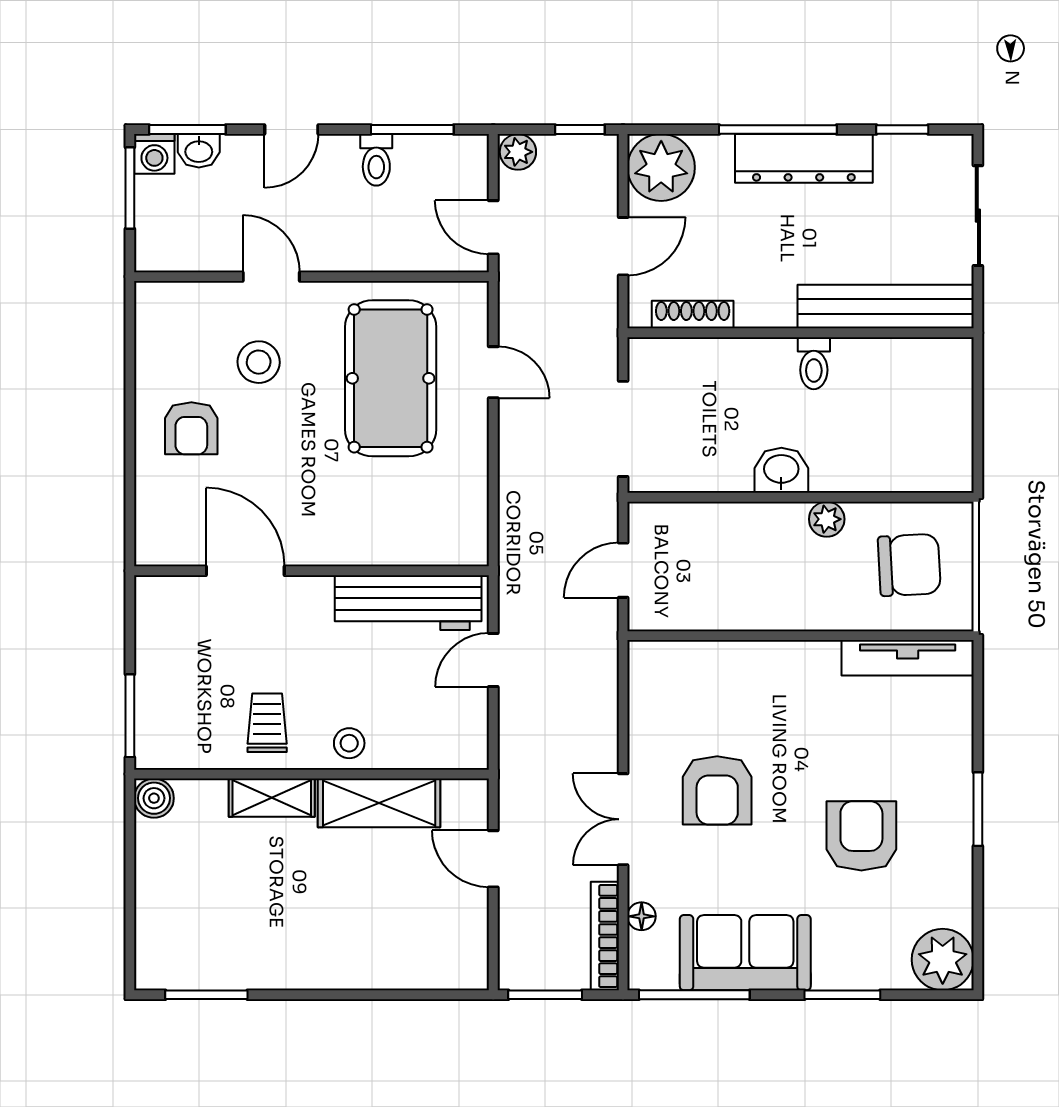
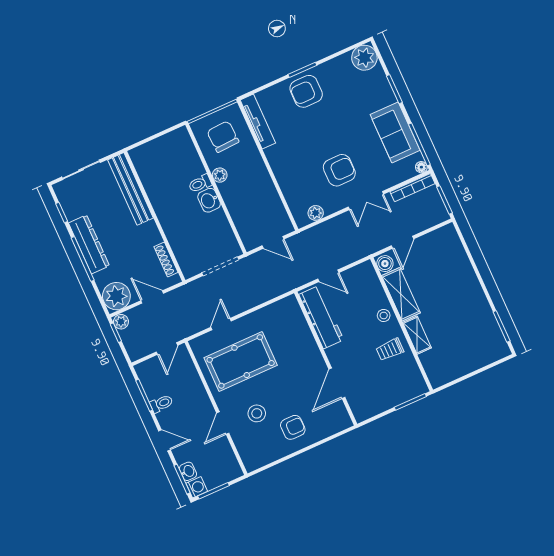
plant: (518, 152) -> (121, 322), moved
toilet: (814, 363) -> (200, 184), moved, turned 180
plant: (646, 695) -> (316, 213), added
boiler: (154, 798) -> (385, 264), moved
armchair: (861, 836) -> (306, 91), moved
floor lamp: (642, 916) -> (421, 167), moved

